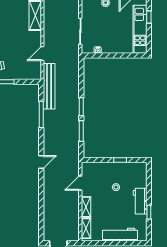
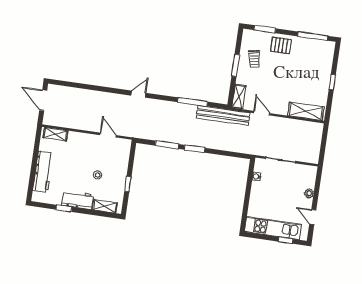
shelving: (31, 75) -> (239, 97), added
door: (41, 162) -> (138, 94), swing flipped
shelving: (86, 207) -> (105, 206), moved

